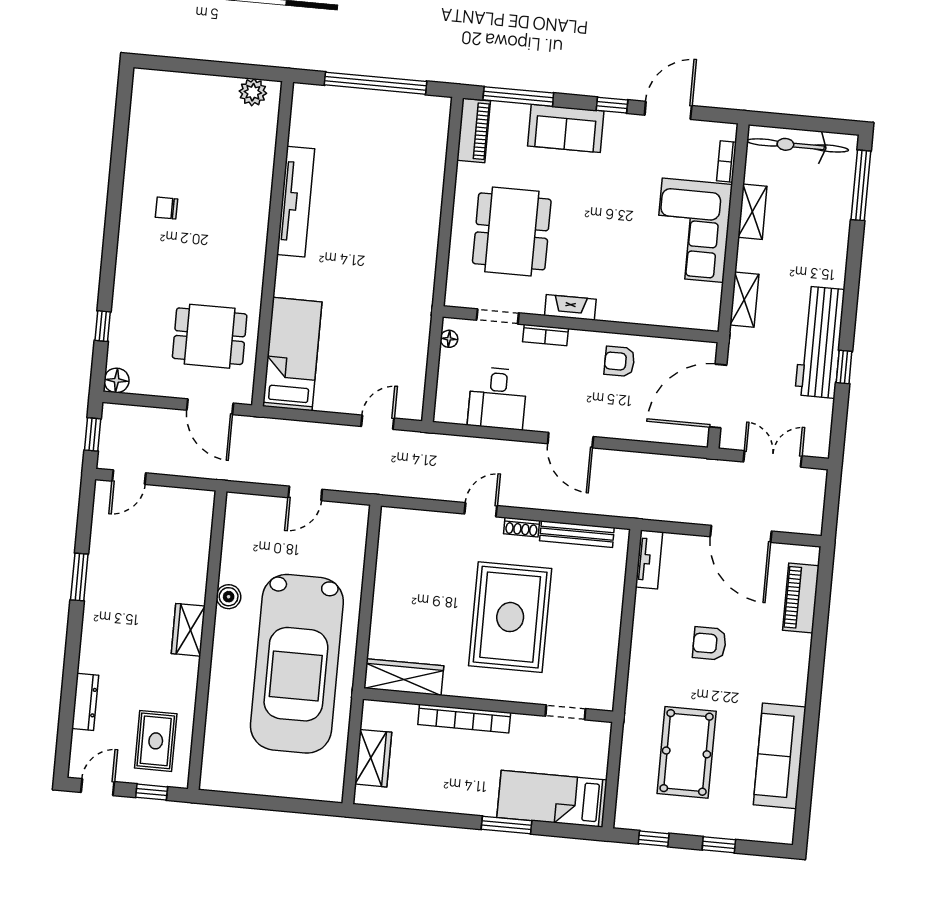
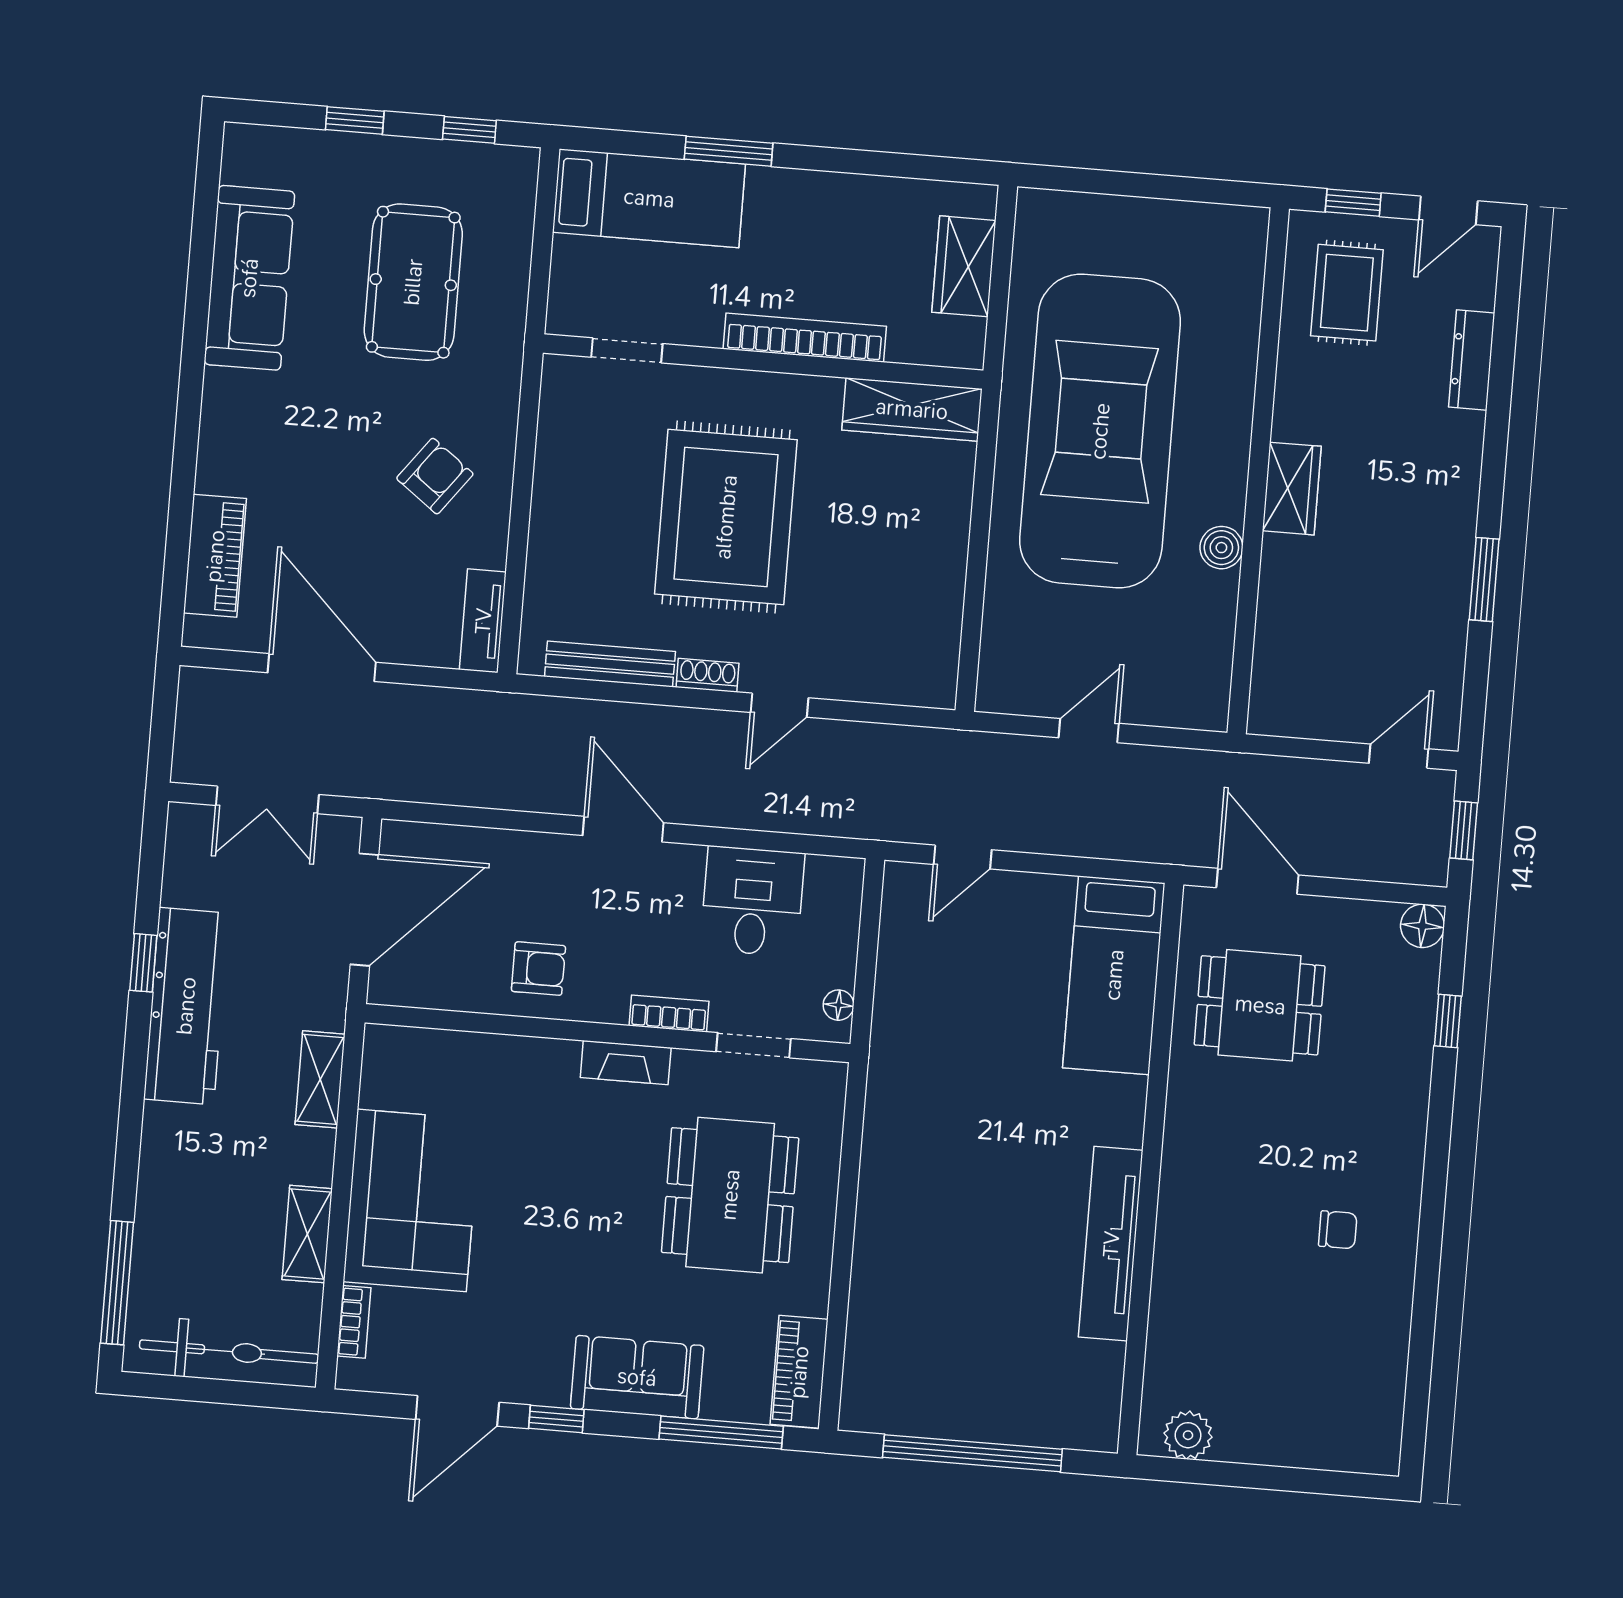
armchair: (709, 643) -> (435, 476), moved, turned -53

